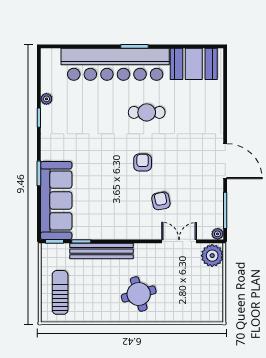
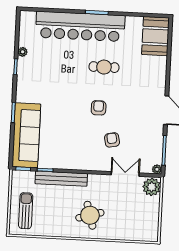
booth: (194, 64) -> (156, 36), moved, turned 90

